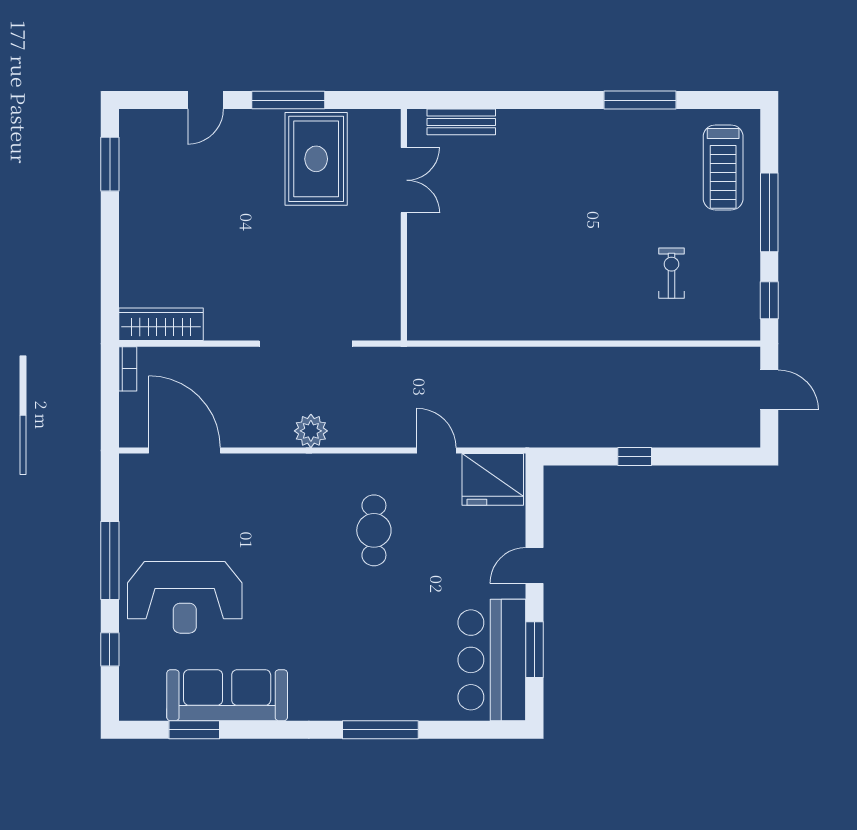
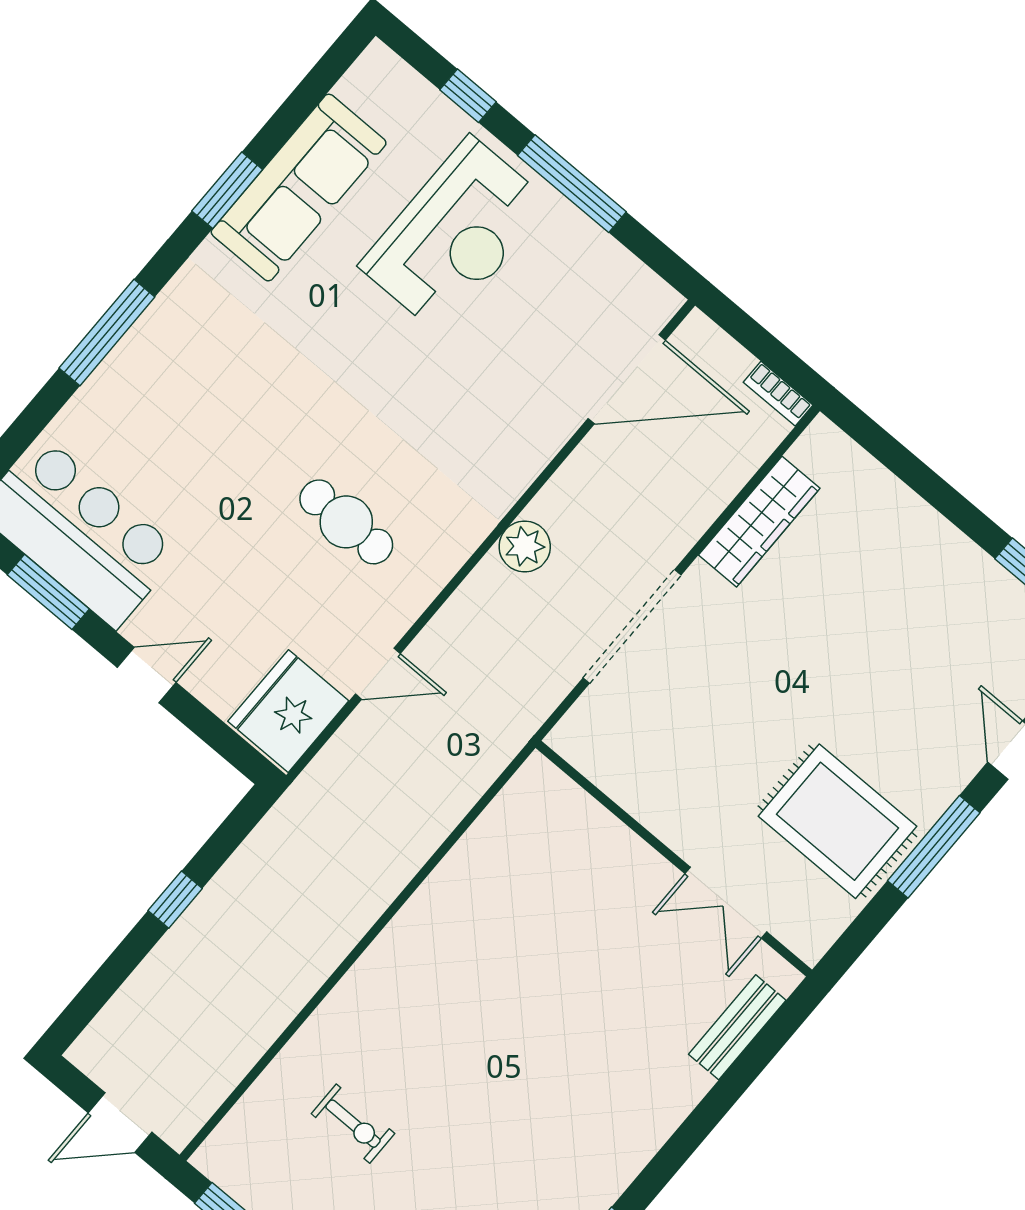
wardrobe: (161, 324) -> (759, 522), moved
door: (535, 565) -> (147, 675), hinge flipped
reception desk: (185, 597) -> (455, 235), turned 180
window: (194, 730) -> (227, 190), moved

